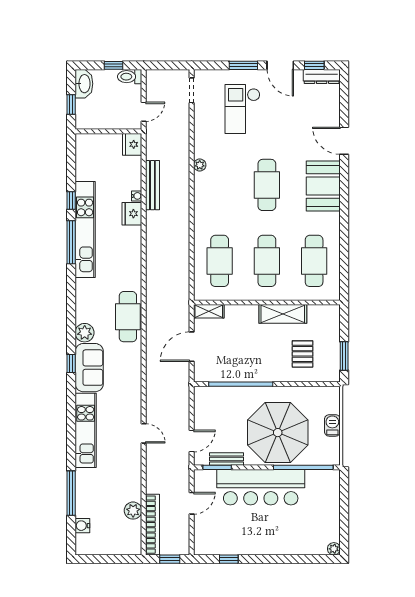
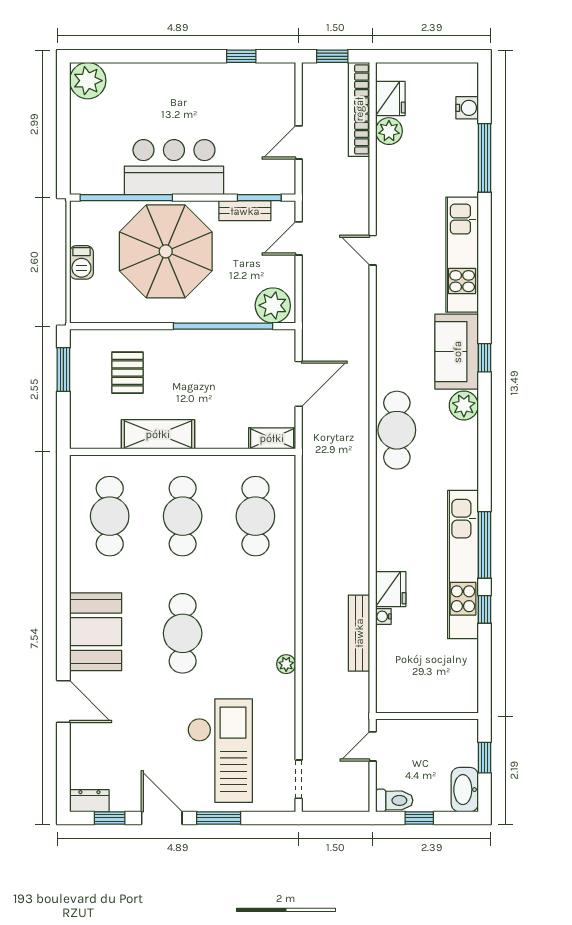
dresser: (322, 76) -> (89, 801), width x0.70
checkout: (243, 109) -> (220, 751), width x1.36, depth x1.21
fridge: (132, 144) -> (390, 99), moved
plant: (208, 397) -> (273, 305), added
bar counter: (261, 487) -> (174, 167), width x0.73
plant: (334, 549) -> (88, 81), width x1.87, depth x1.87

